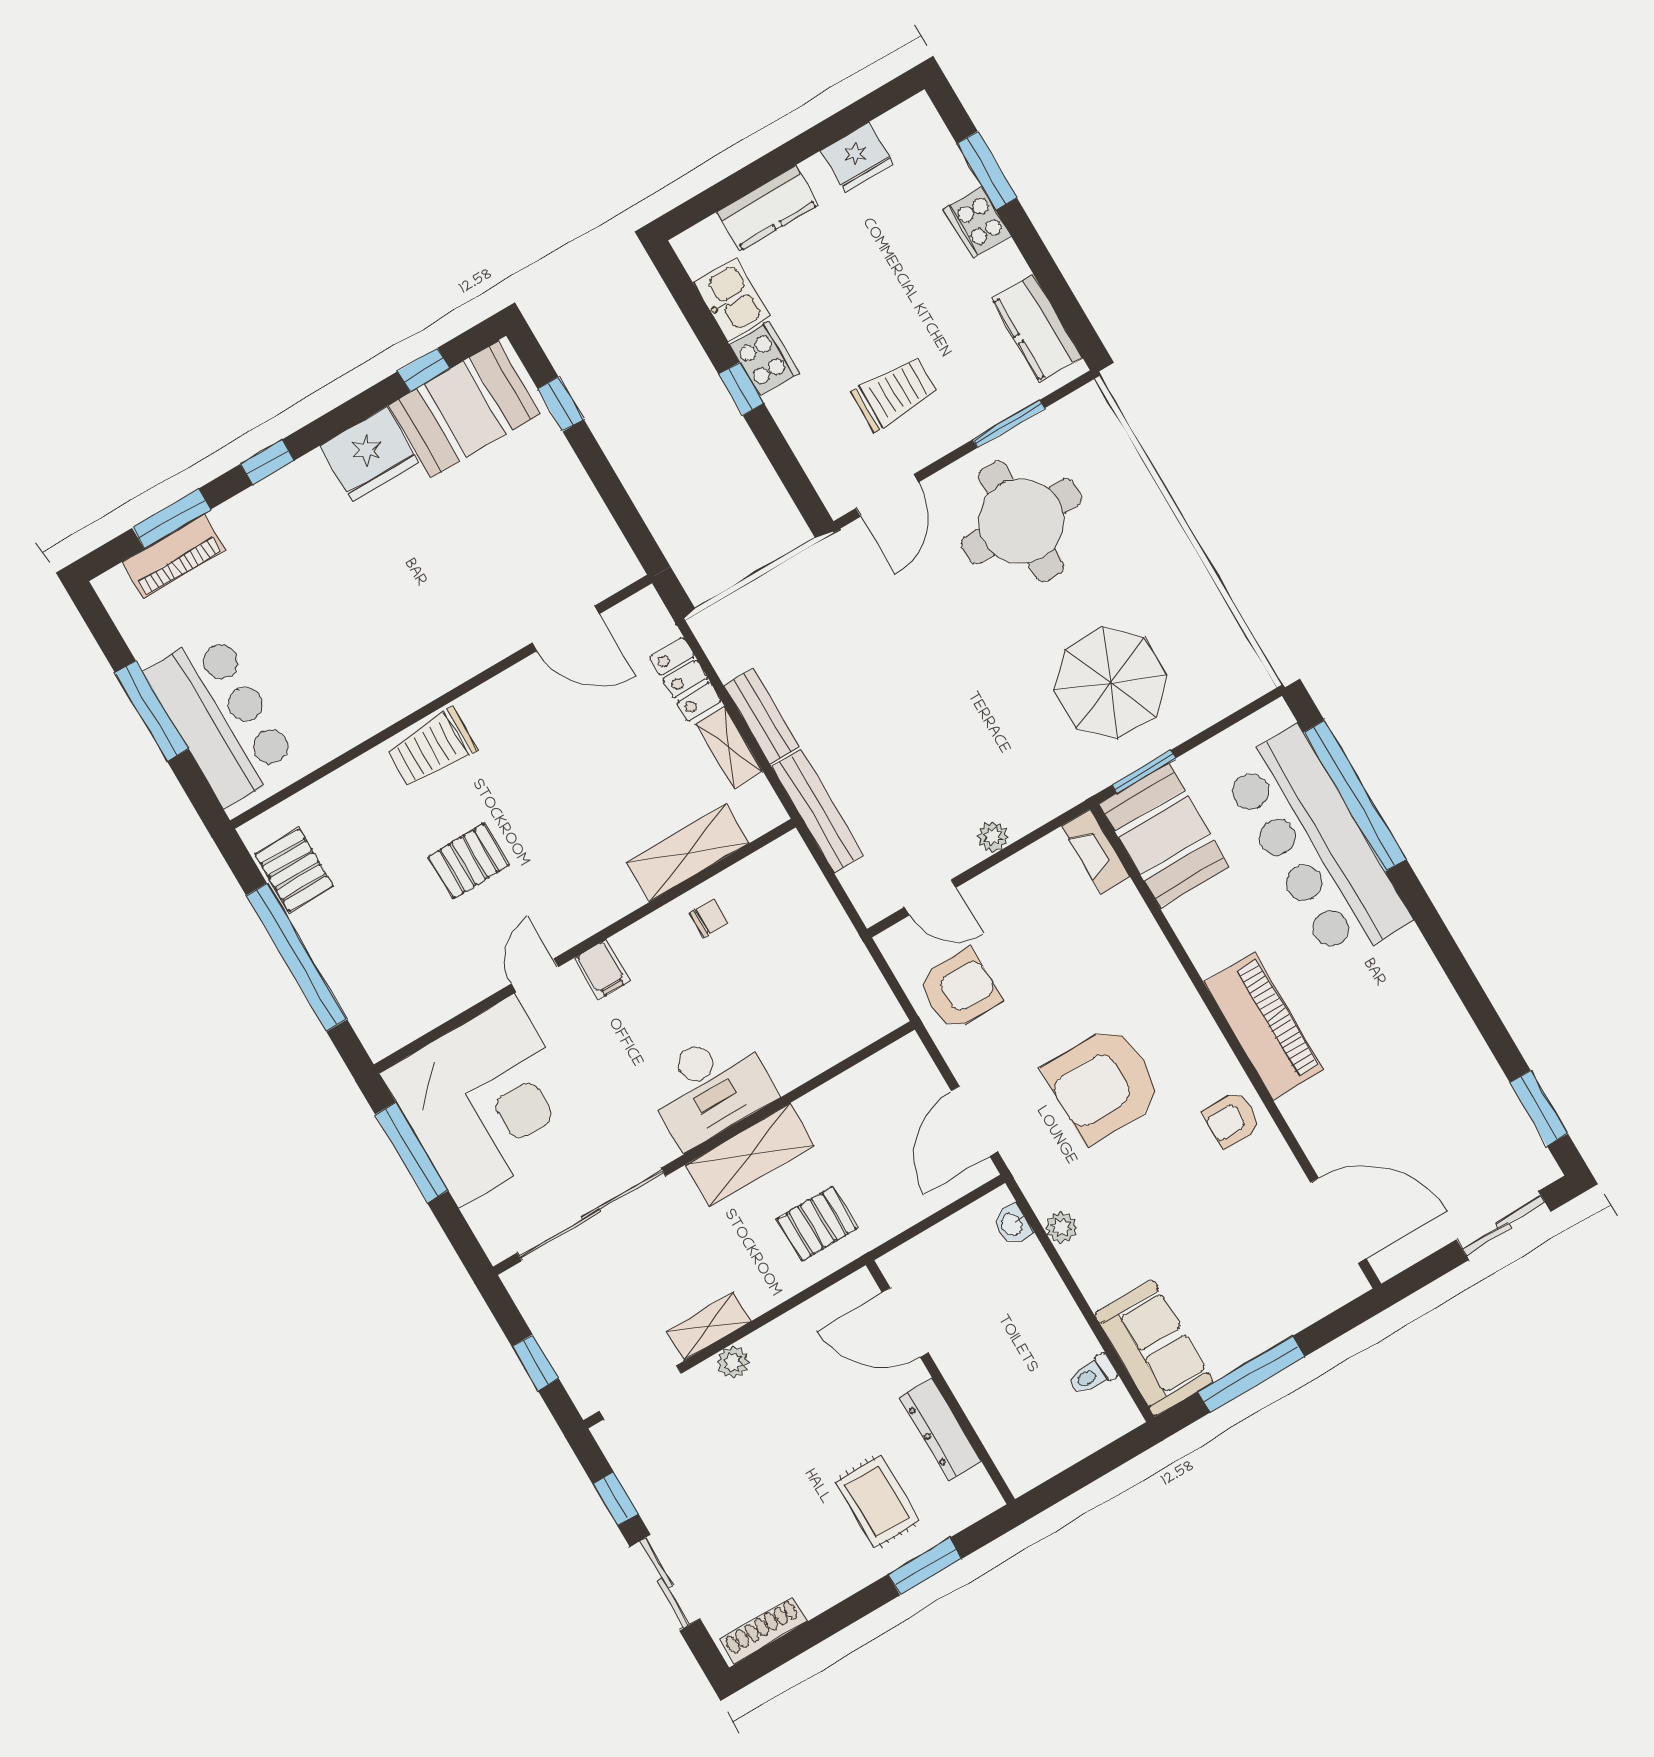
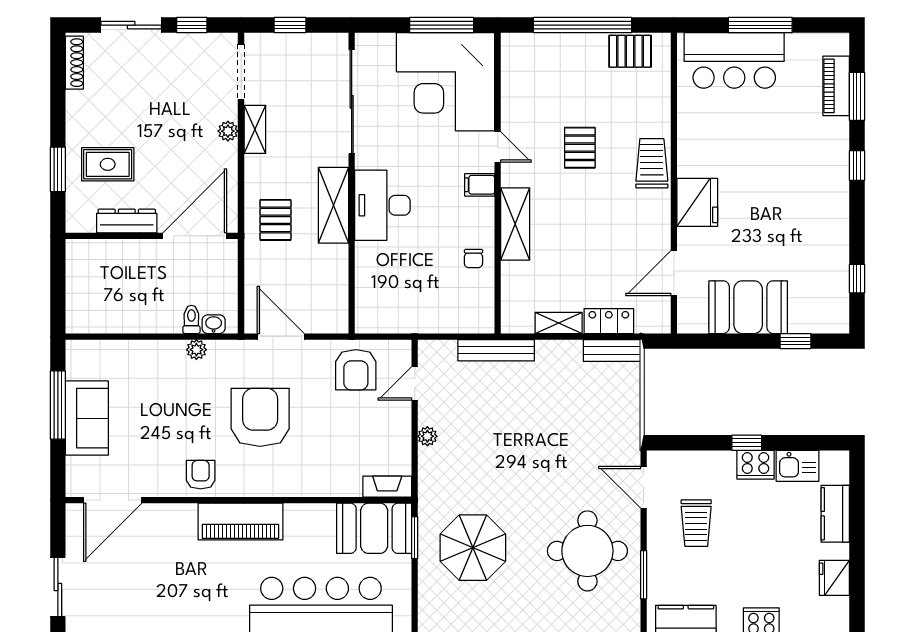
booth: (465, 409) -> (748, 307), moved, turned 90
fridge: (369, 454) -> (697, 202), moved, turned 180
bench: (762, 716) -> (612, 350), moved
shelving: (688, 853) -> (515, 224), moved
door: (905, 1323) -> (195, 236), width x1.36
sofa: (1154, 1348) -> (87, 418), moved, turned -90
toilet: (1092, 1375) -> (191, 319), moved

